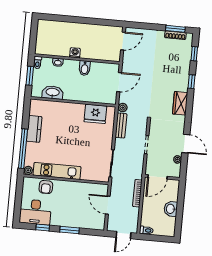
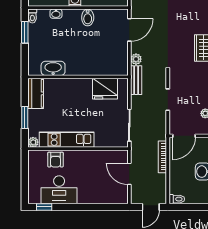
washbasin: (53, 92) -> (53, 68), moved
wall: (73, 102) -> (78, 77), moved
fridge: (95, 114) -> (105, 89), moved
window: (23, 149) -> (25, 118), width x0.47
desk: (35, 212) -> (59, 190), moved
window: (43, 228) -> (44, 207), moved
window: (70, 230) -> (88, 207), removed

